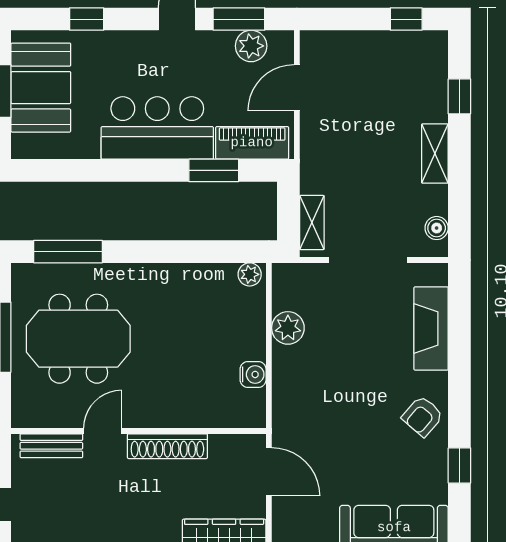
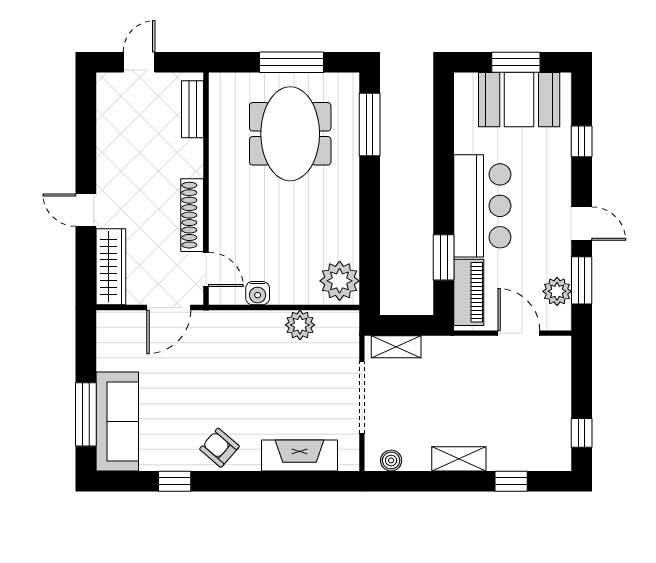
plant: (250, 274) -> (340, 281), width x1.88, depth x1.88
door: (103, 431) -> (206, 269), moved

